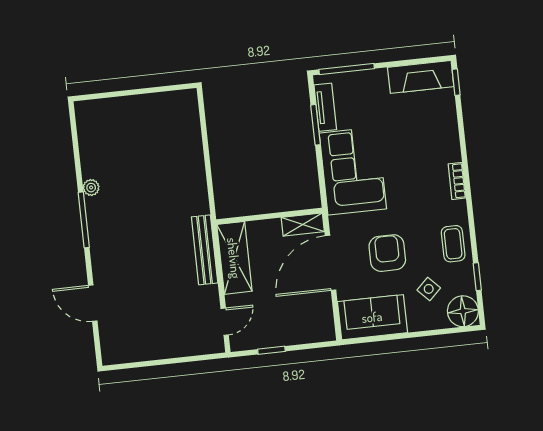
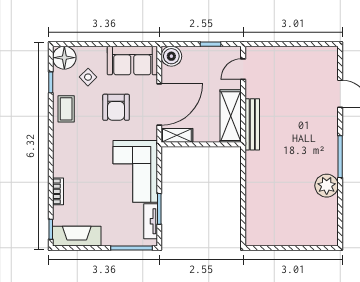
bookcase: (457, 181) -> (58, 191), moved
plant: (91, 188) -> (327, 186), width x1.88, depth x1.88
boiler: (321, 329) -> (171, 56), added

